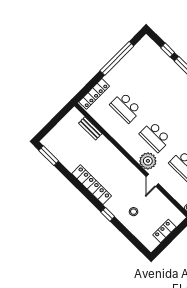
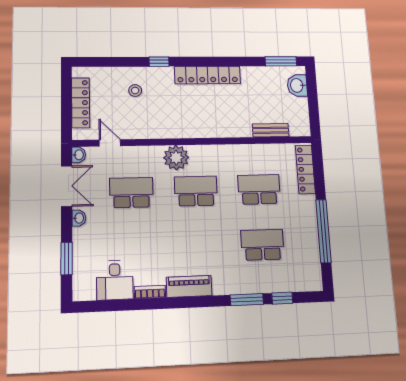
school desk: (151, 82) -> (262, 245), added
washbasin: (54, 136) -> (297, 85), added
door: (152, 180) -> (110, 143), moved
locker: (164, 231) -> (81, 103), width x1.53

